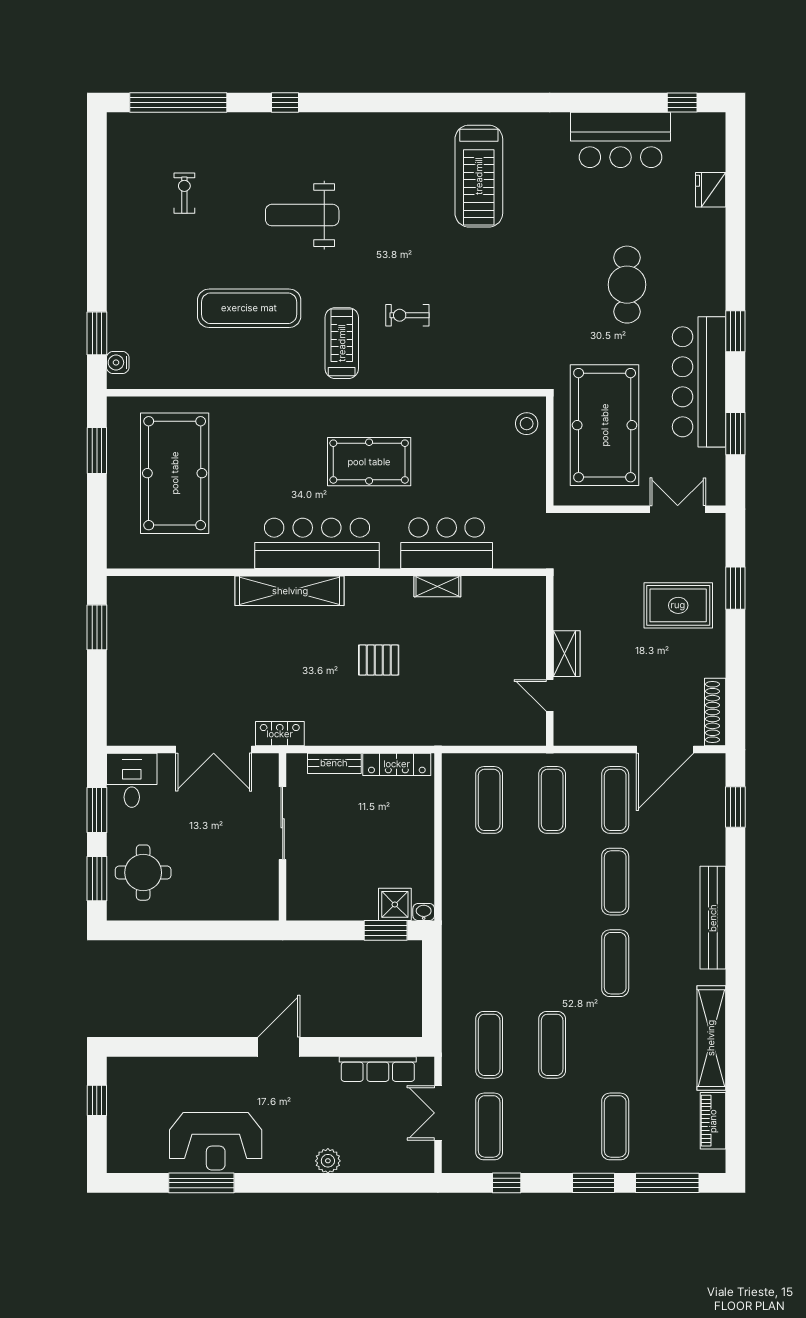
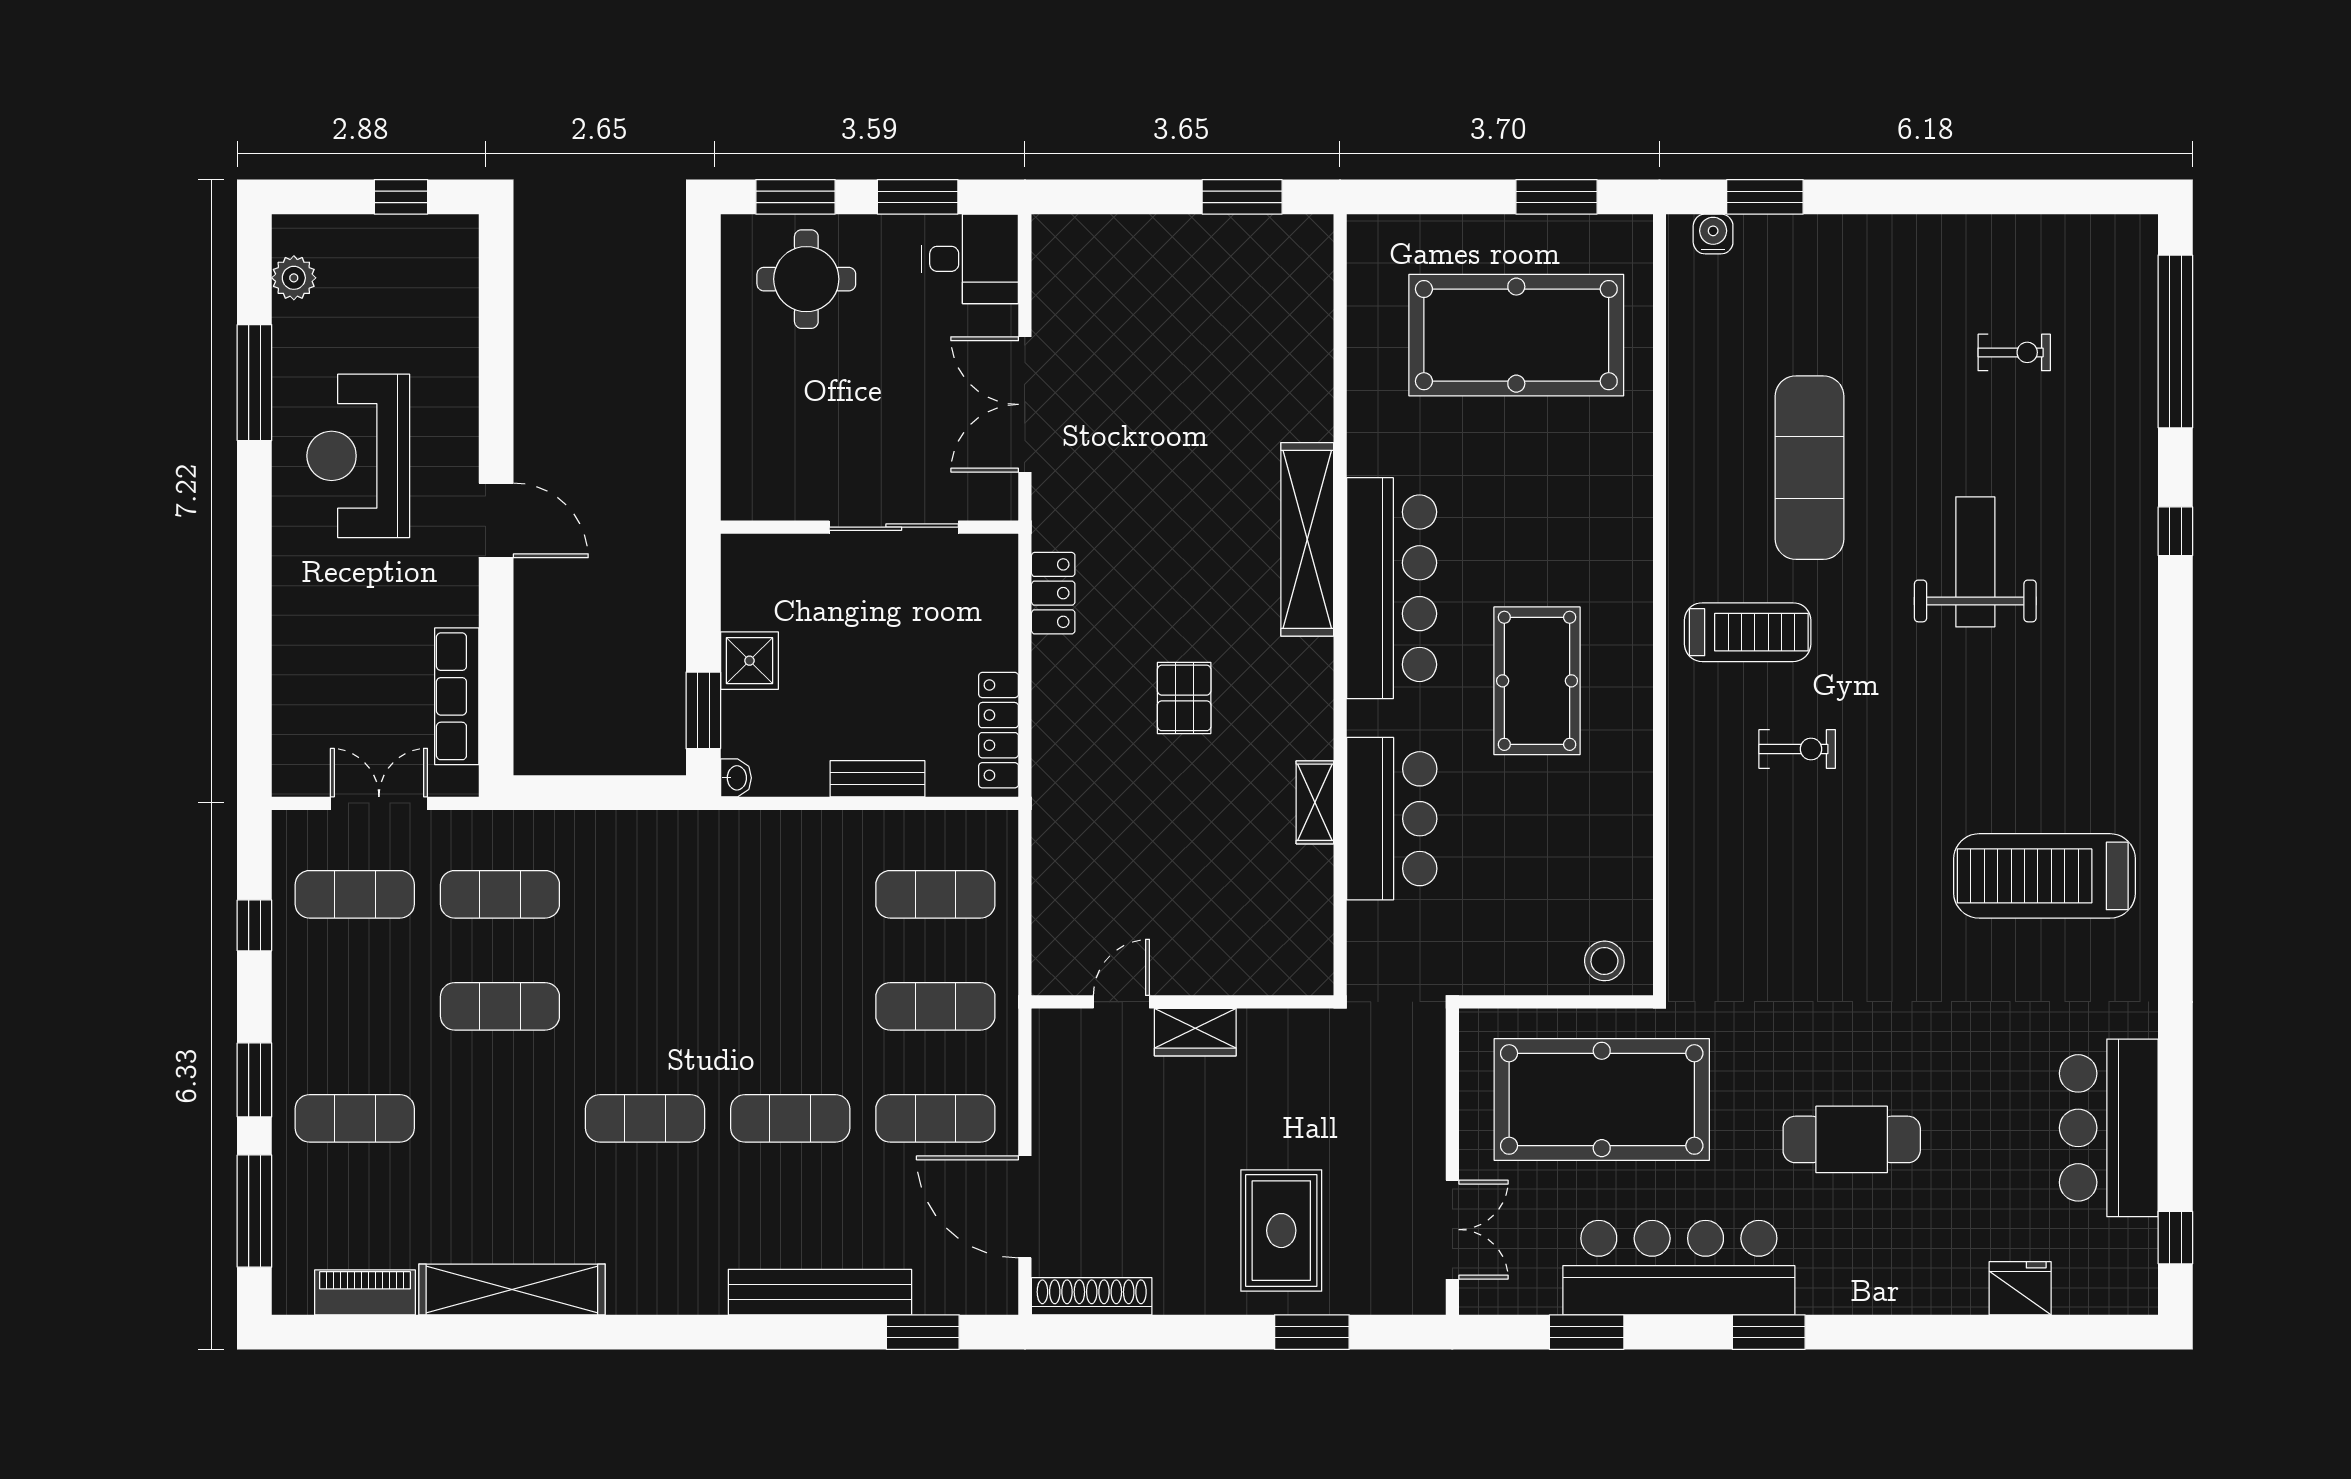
exercise bike: (407, 315) -> (1797, 749), turned 90
locker: (280, 734) -> (1053, 593), moved
bench: (334, 763) -> (877, 779), moved, turned 90
shower: (395, 904) -> (749, 661), moved
bench: (713, 918) -> (820, 1292), moved
reception desk: (216, 1141) -> (358, 456), moved
plant: (328, 1161) -> (294, 278), moved

